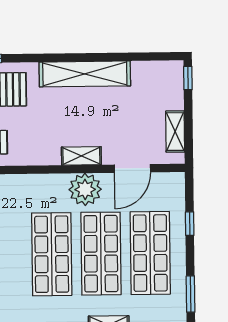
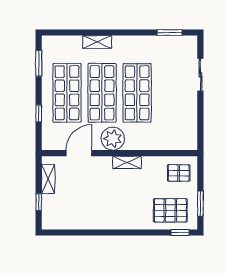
shelving: (85, 74) -> (112, 221), removed
window: (188, 78) -> (39, 202), moved
shelving: (81, 156) -> (127, 162), moved

